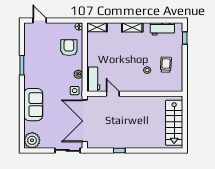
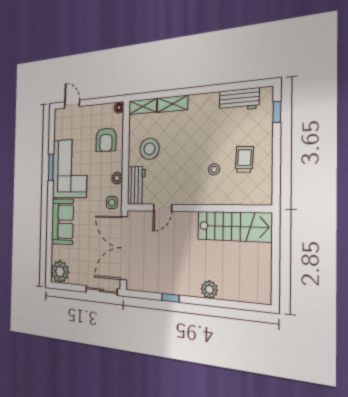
shelving: (132, 27) -> (172, 104), moved
armchair: (69, 48) -> (106, 140), turned 180
stool: (103, 56) -> (149, 149), added
corner sofa: (39, 67) -> (70, 169), added
door: (113, 94) -> (163, 208), swing flipped
stairs: (174, 123) -> (234, 226), moved, turned -90
plant: (145, 143) -> (209, 290), added

